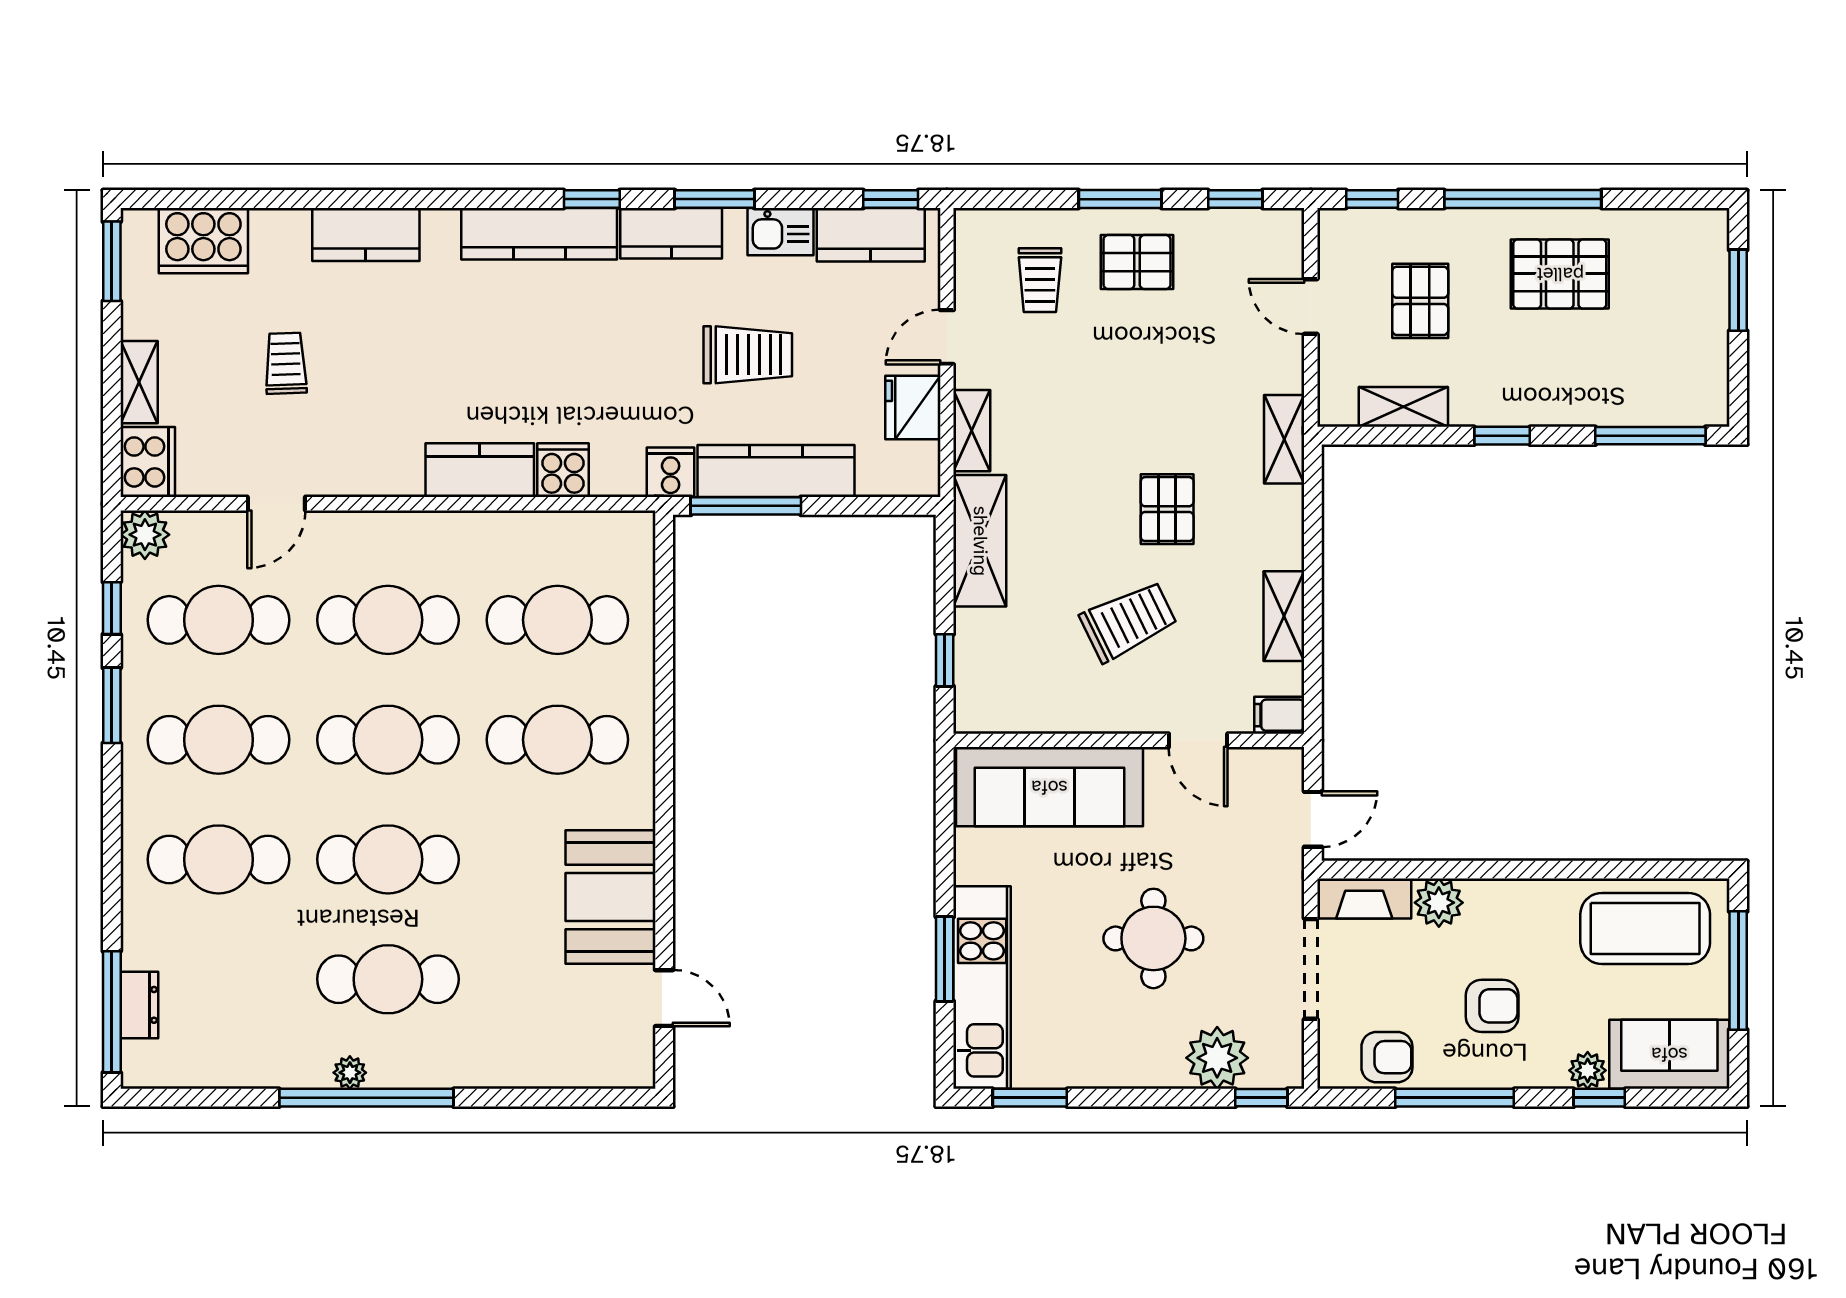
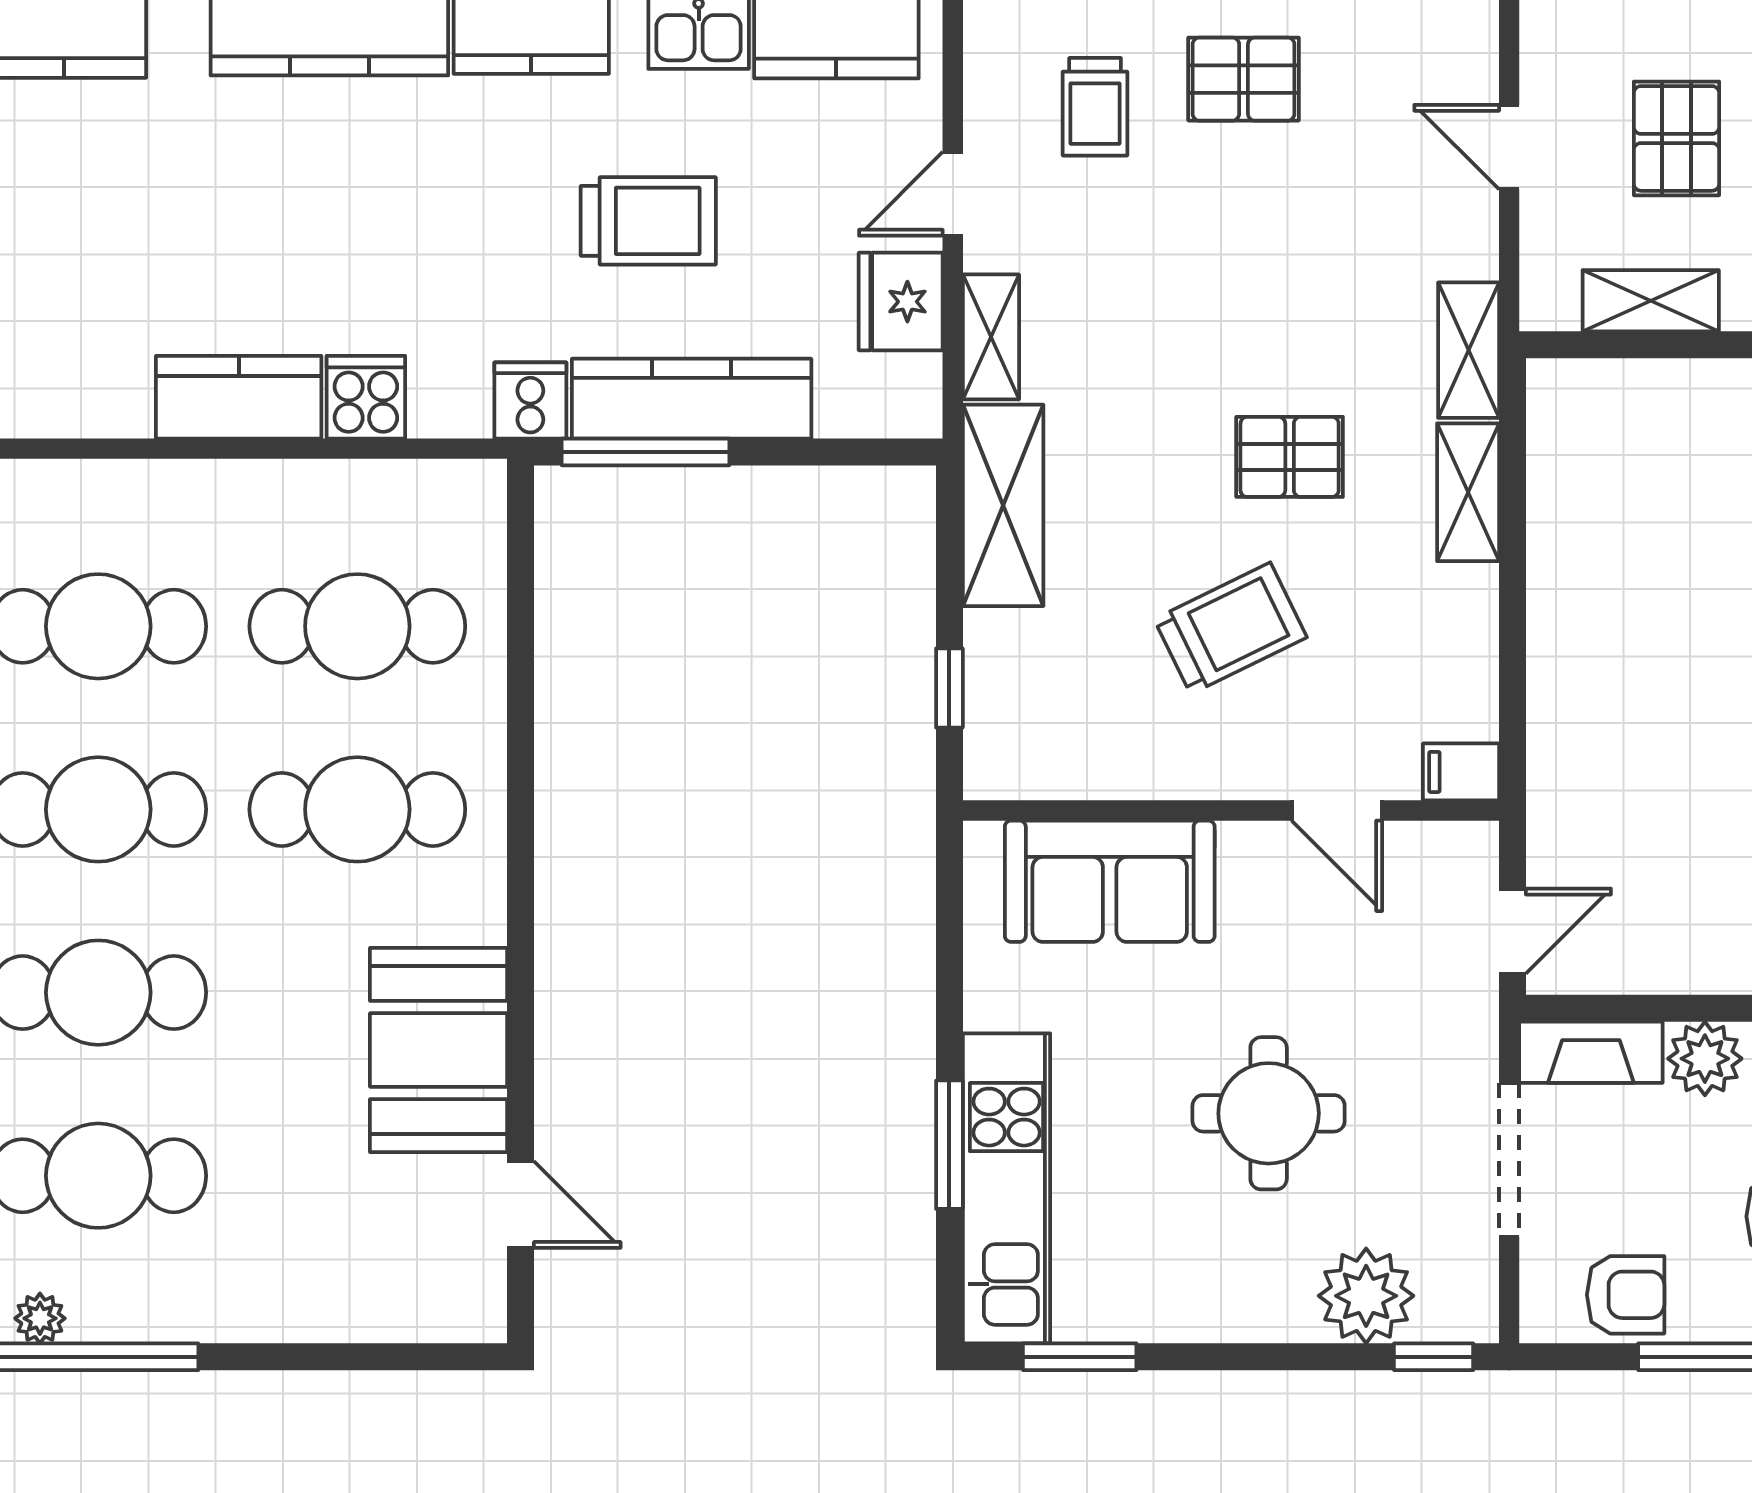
pallet: (1167, 509) -> (1290, 457), turned 90
shelving: (1284, 616) -> (1468, 492), moved
sofa: (1049, 787) -> (1110, 881), width x0.73

